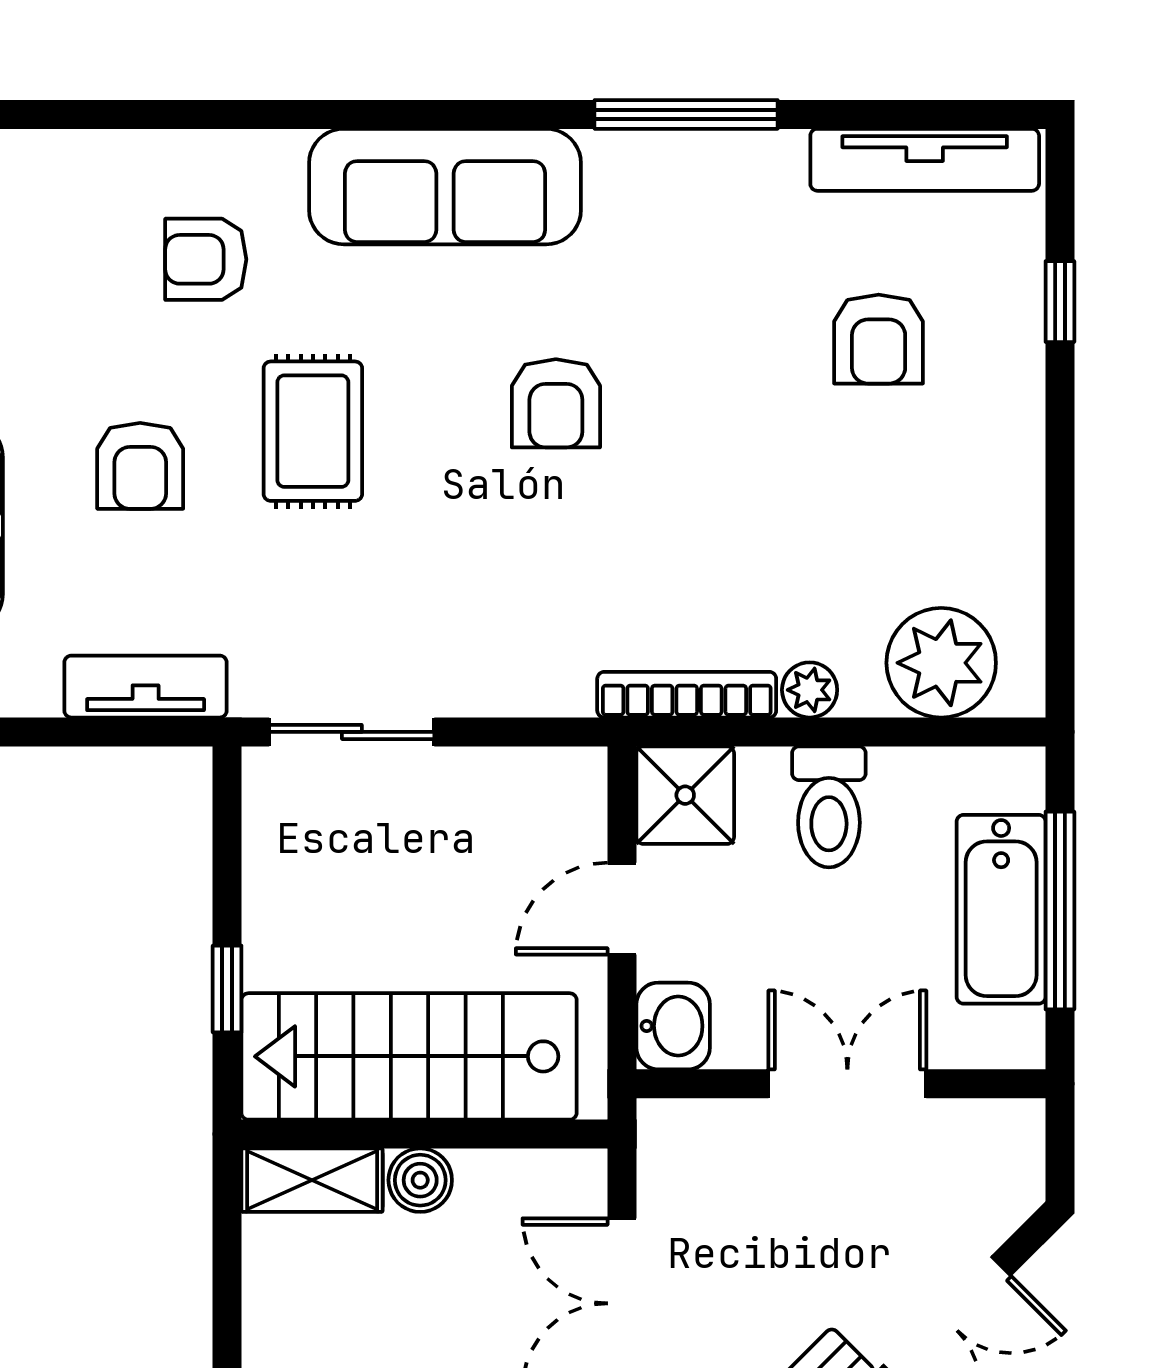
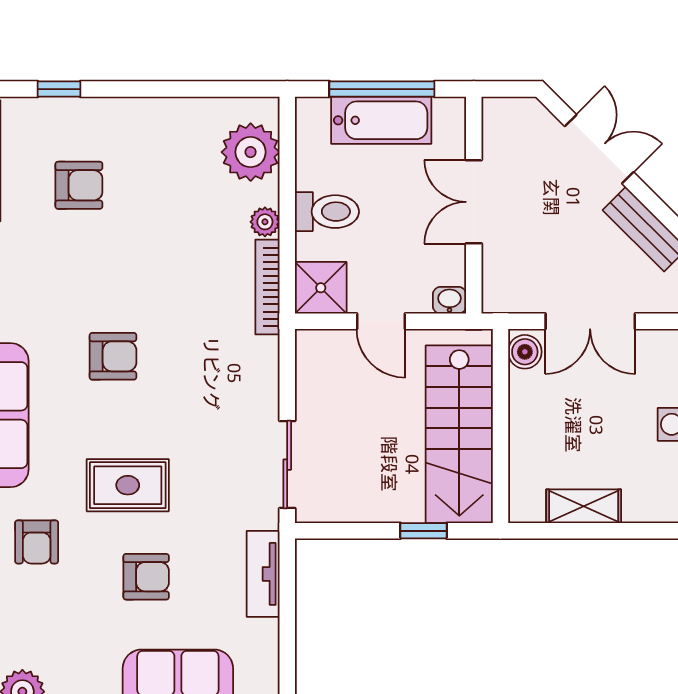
washbasin: (673, 1026) -> (449, 300), width x0.72, depth x0.69
shelving: (312, 1180) -> (584, 506), moved, turned 90
boiler: (420, 1180) -> (525, 352), moved

